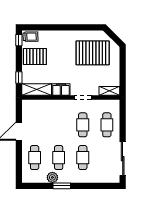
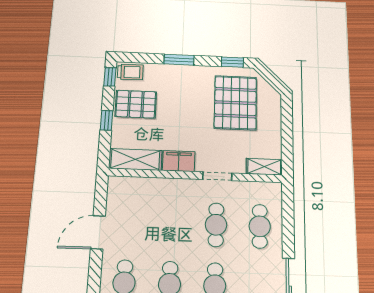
window: (59, 27) -> (179, 60), added
window: (90, 27) -> (232, 62), added
pallet: (93, 53) -> (235, 103), turned 90
window: (19, 78) -> (107, 120), moved

